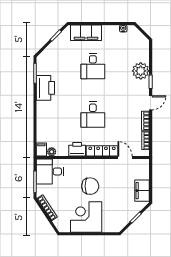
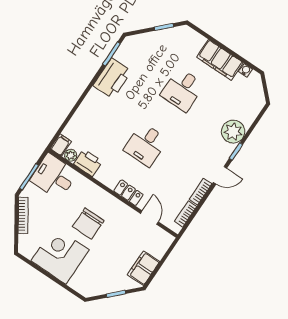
filing cabinet: (86, 33) -> (220, 60), moved
printer: (77, 149) -> (88, 163), moved
locker: (102, 151) -> (128, 193), width x0.66
chair: (90, 186) -> (88, 224), turned 90

